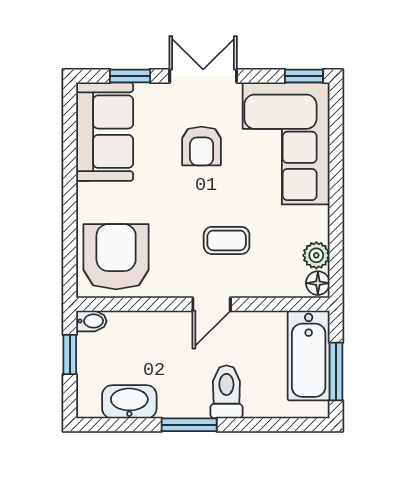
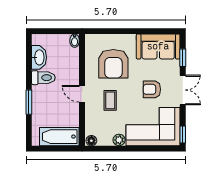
plant: (316, 255) -> (119, 140), moved
armchair: (116, 257) -> (113, 64), moved, turned 90
window: (70, 355) -> (60, 31), removed
window: (336, 372) -> (52, 149), removed
toilet: (226, 392) -> (43, 78), moved
window: (189, 425) -> (29, 102), moved

